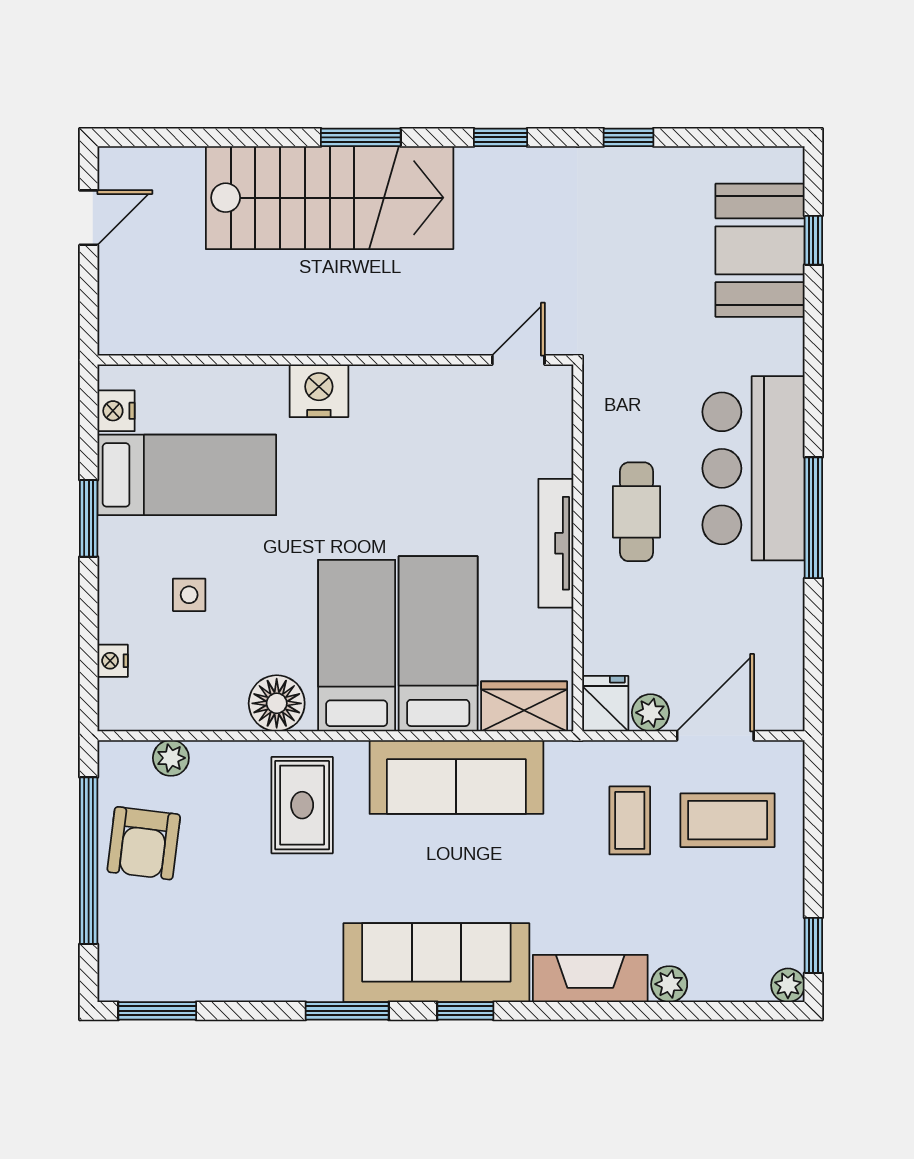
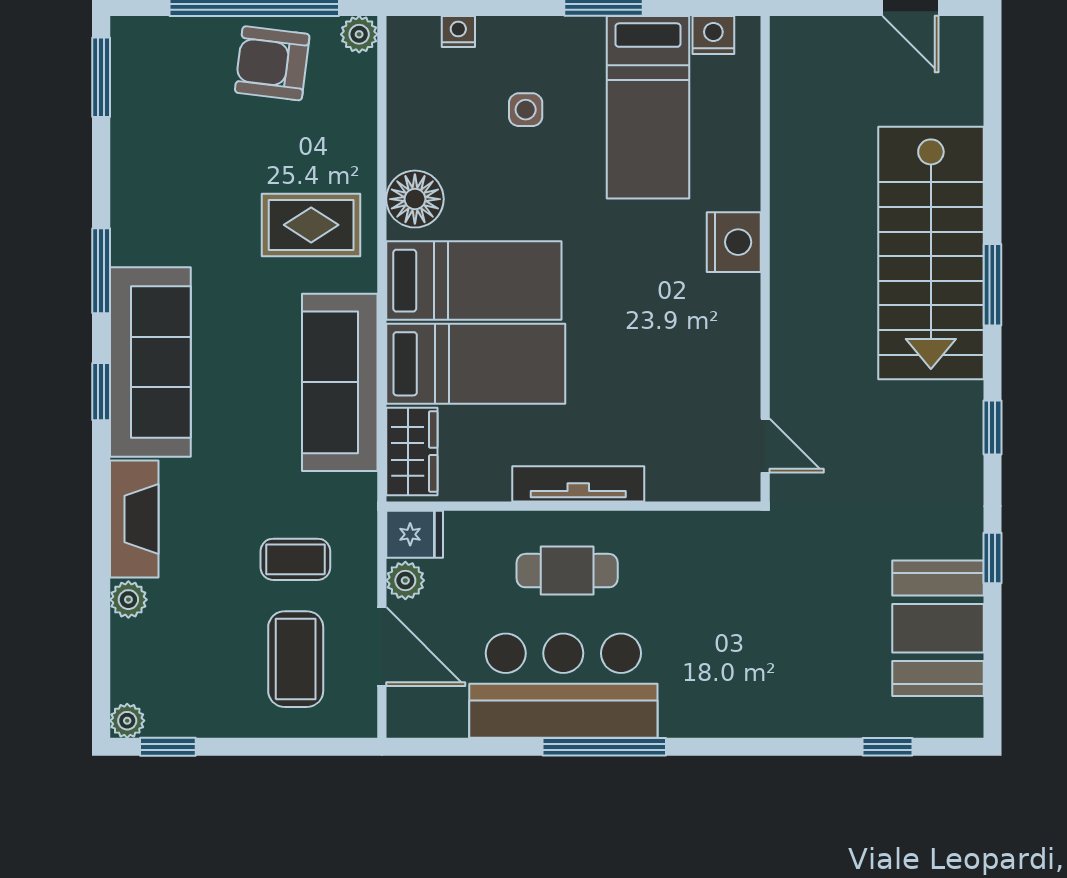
booth: (760, 250) -> (938, 628), moved, turned 90
bar counter: (754, 468) -> (563, 686), moved
cafe table: (637, 512) -> (567, 571), moved
plant: (171, 758) -> (359, 34), moved

